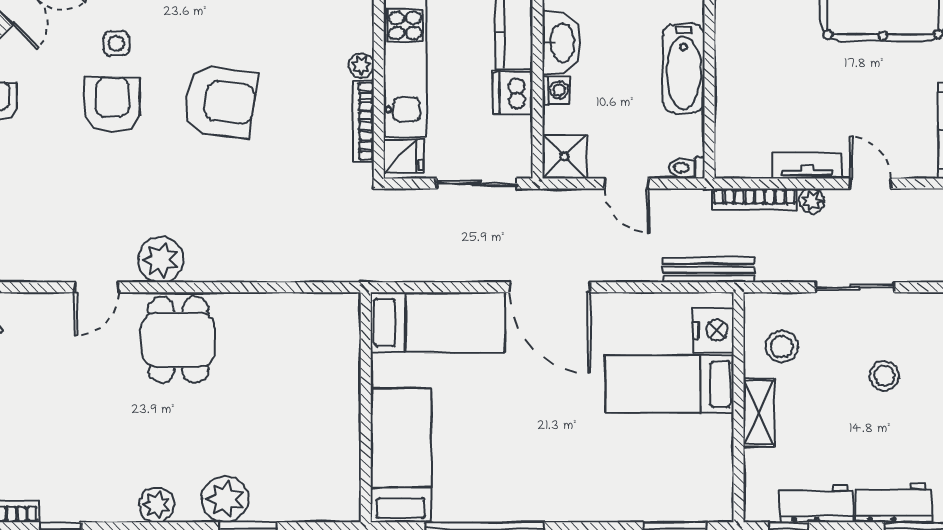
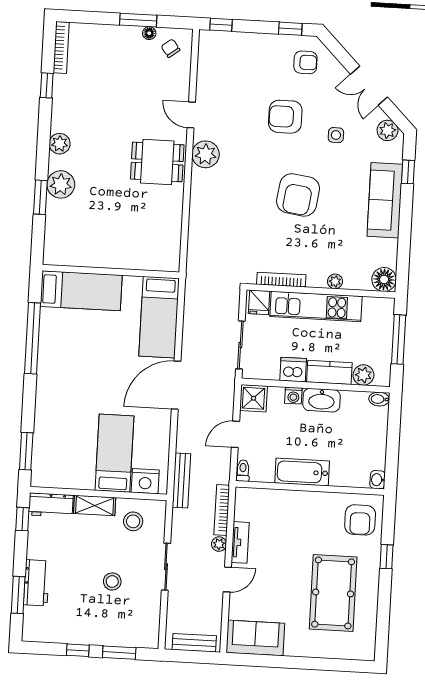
plant: (361, 65) -> (335, 281), moved
armchair: (112, 105) -> (285, 117), moved, turned 180
workbench: (816, 503) -> (51, 505), moved, turned 90

